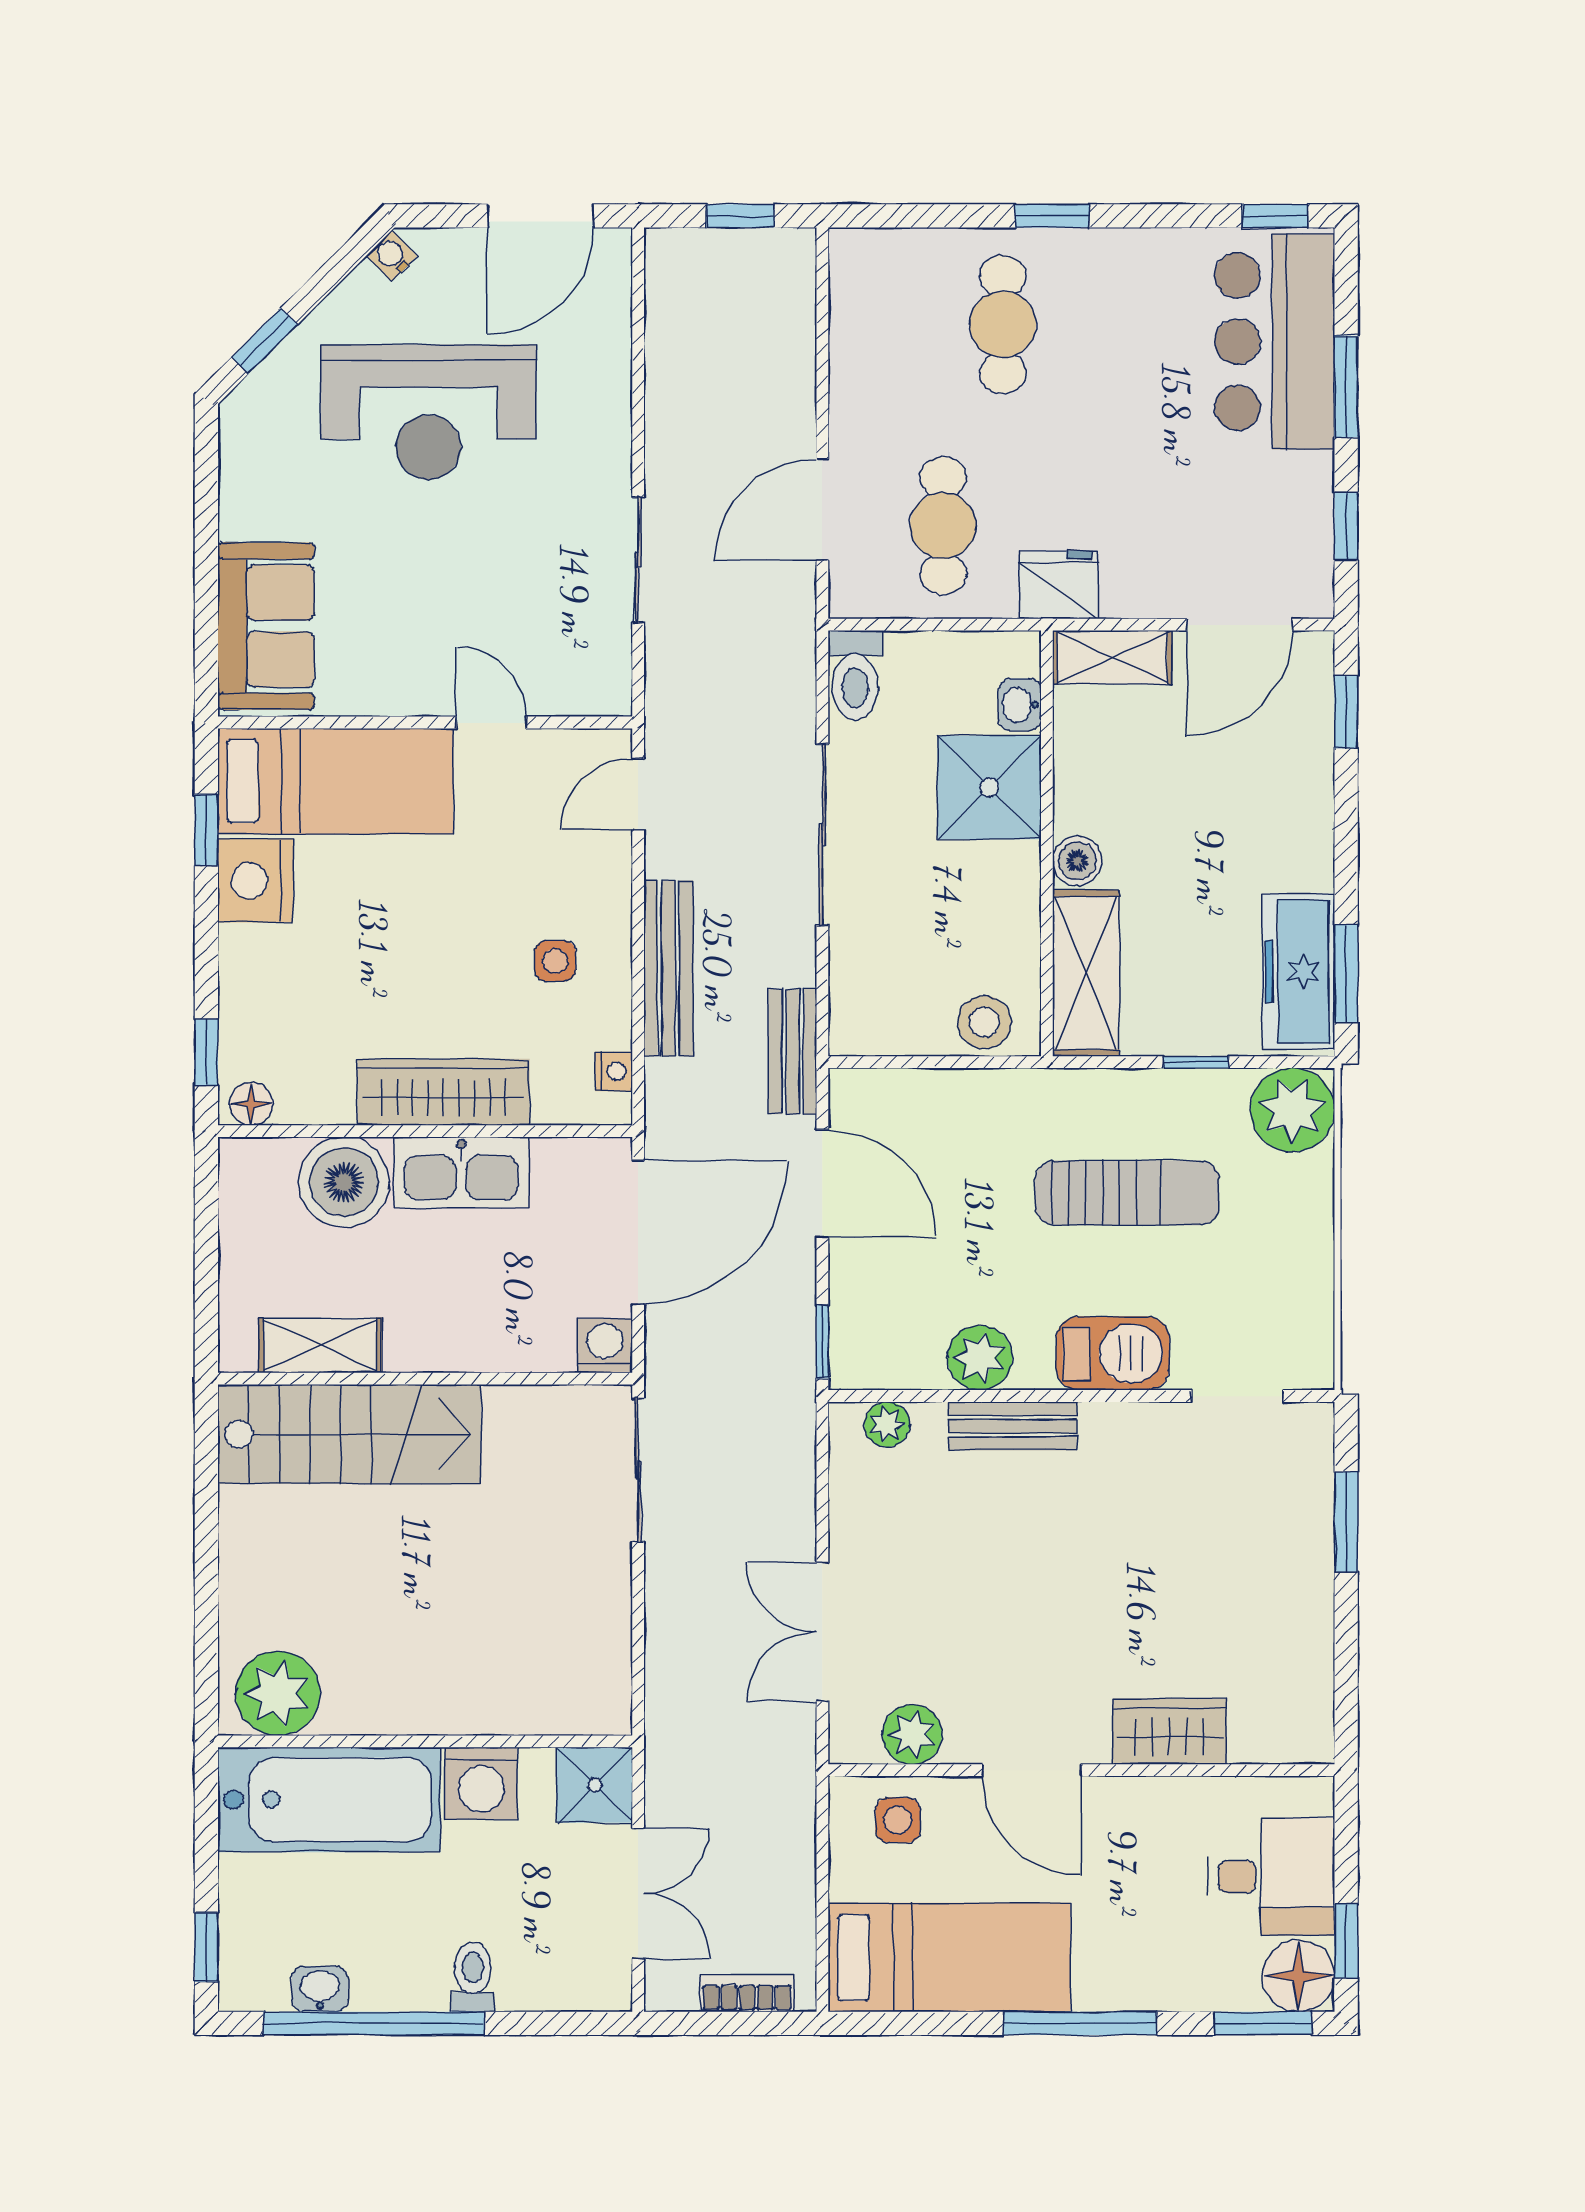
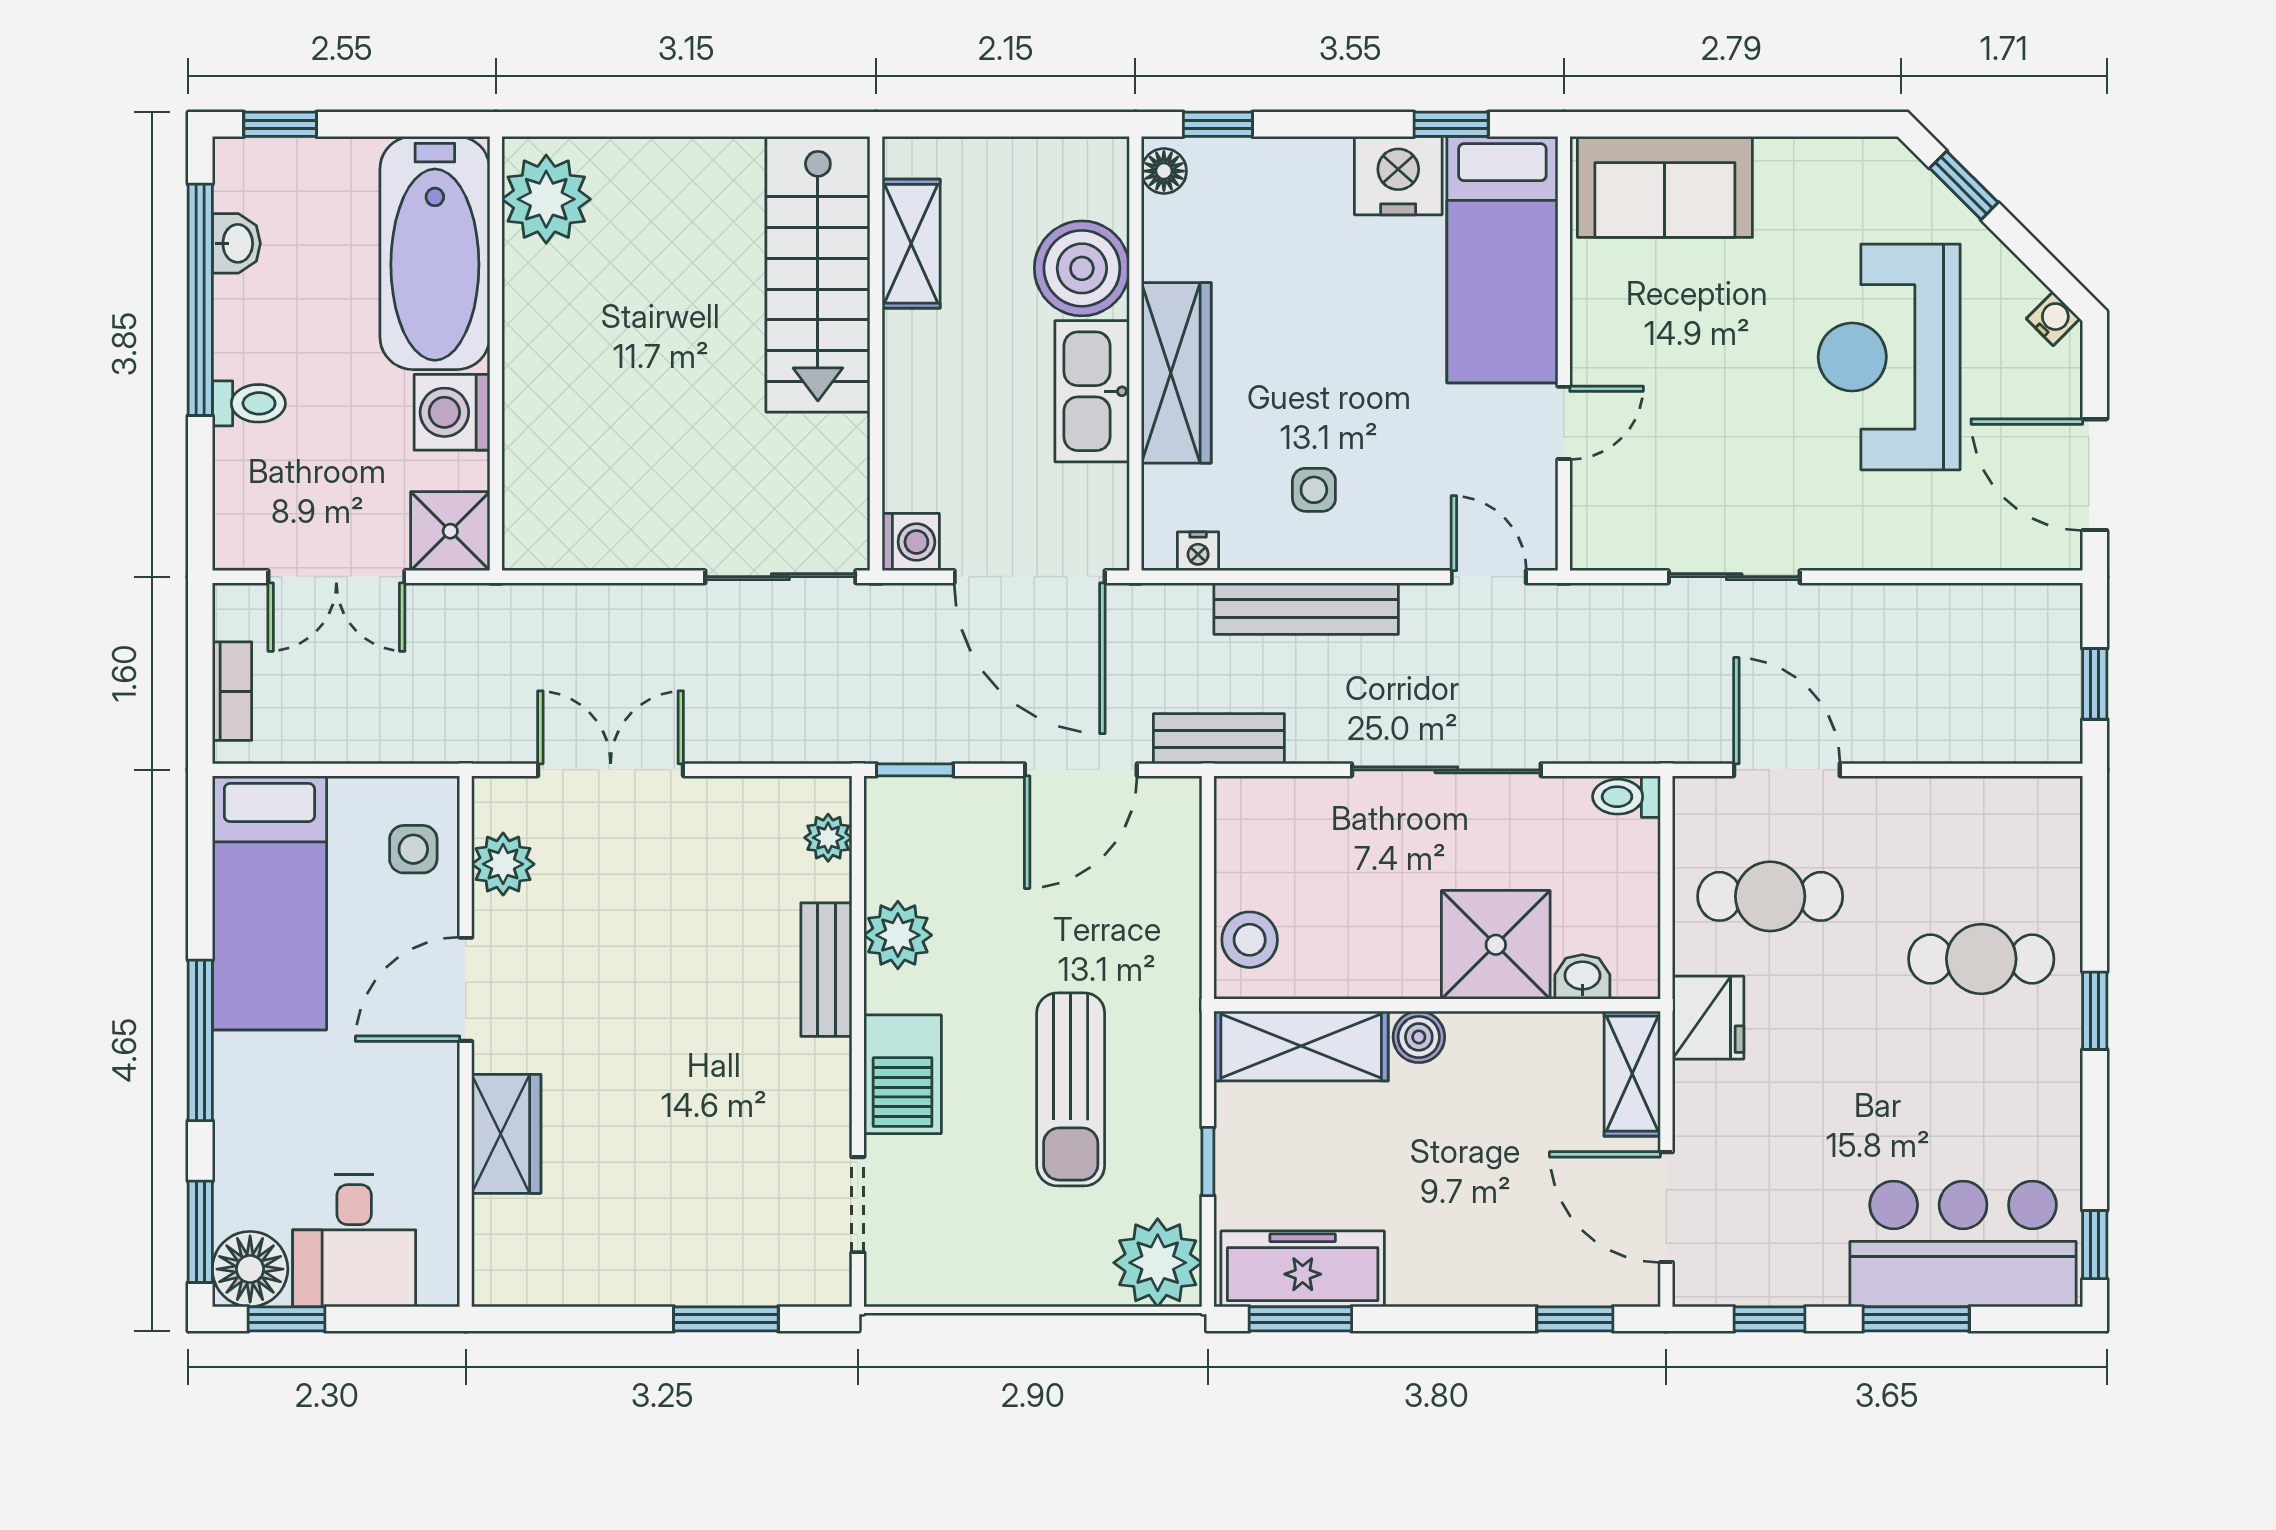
toilet: (855, 675) -> (1626, 797), width x0.73, depth x0.72

